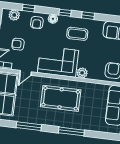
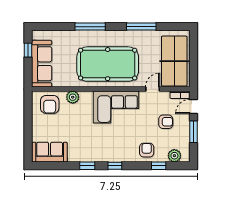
floor lamp: (53, 19) -> (128, 157), removed
coffee table: (77, 34) -> (97, 143), removed
plant: (82, 73) -> (73, 97), moved
pool table: (61, 98) -> (108, 64), width x1.36, depth x1.32

